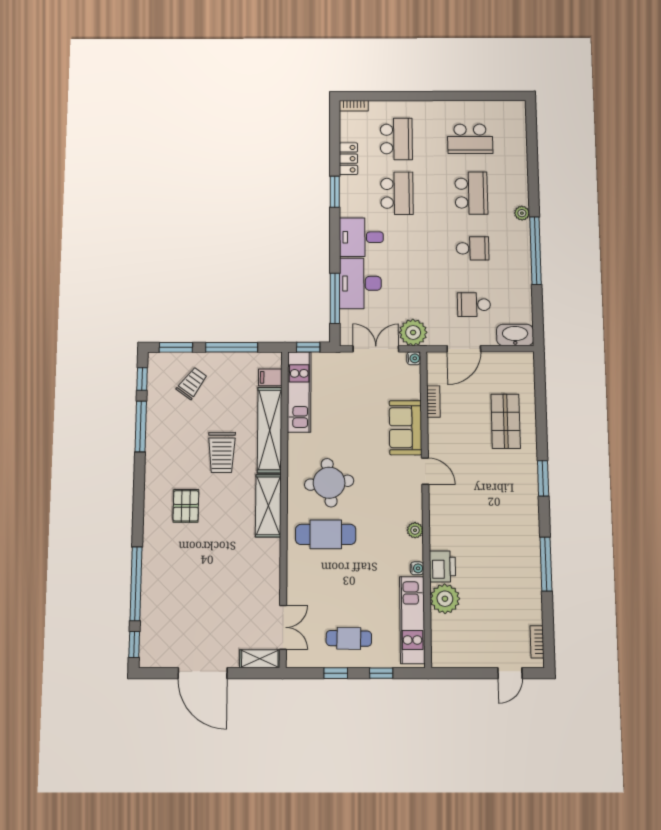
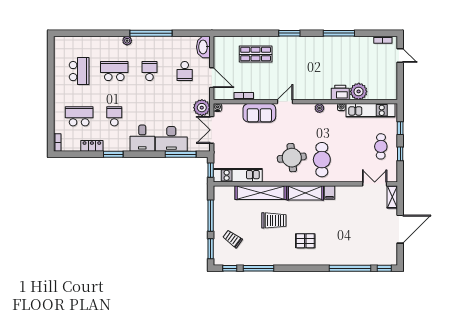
school desk: (397, 193) -> (114, 116), width x0.54
filing cabinet: (270, 377) -> (329, 192), moved

